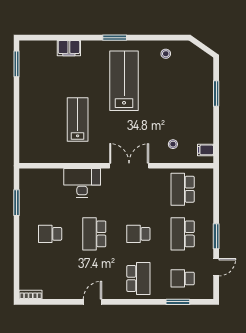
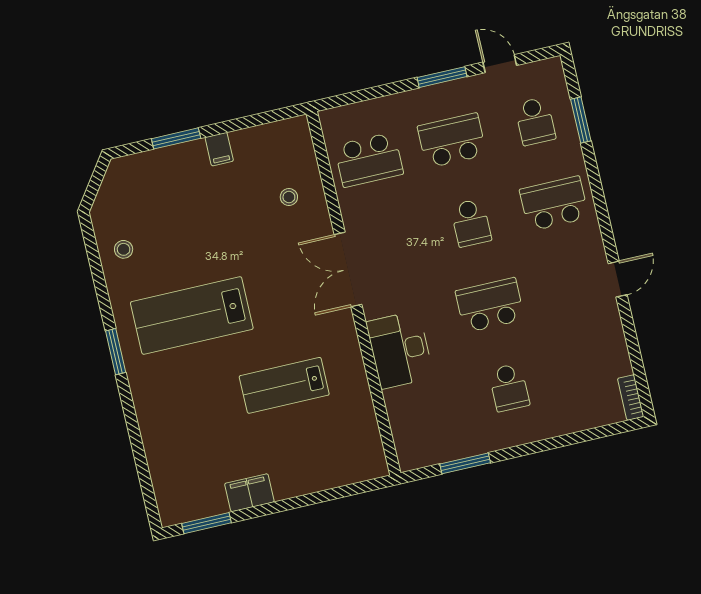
filing cabinet: (69, 48) -> (249, 493), moved, turned -90
filing cabinet: (206, 150) -> (219, 149), moved
school desk: (94, 234) -> (490, 305), turned 180
school desk: (183, 234) -> (452, 140), turned 180
door: (92, 302) -> (618, 279), swing flipped

